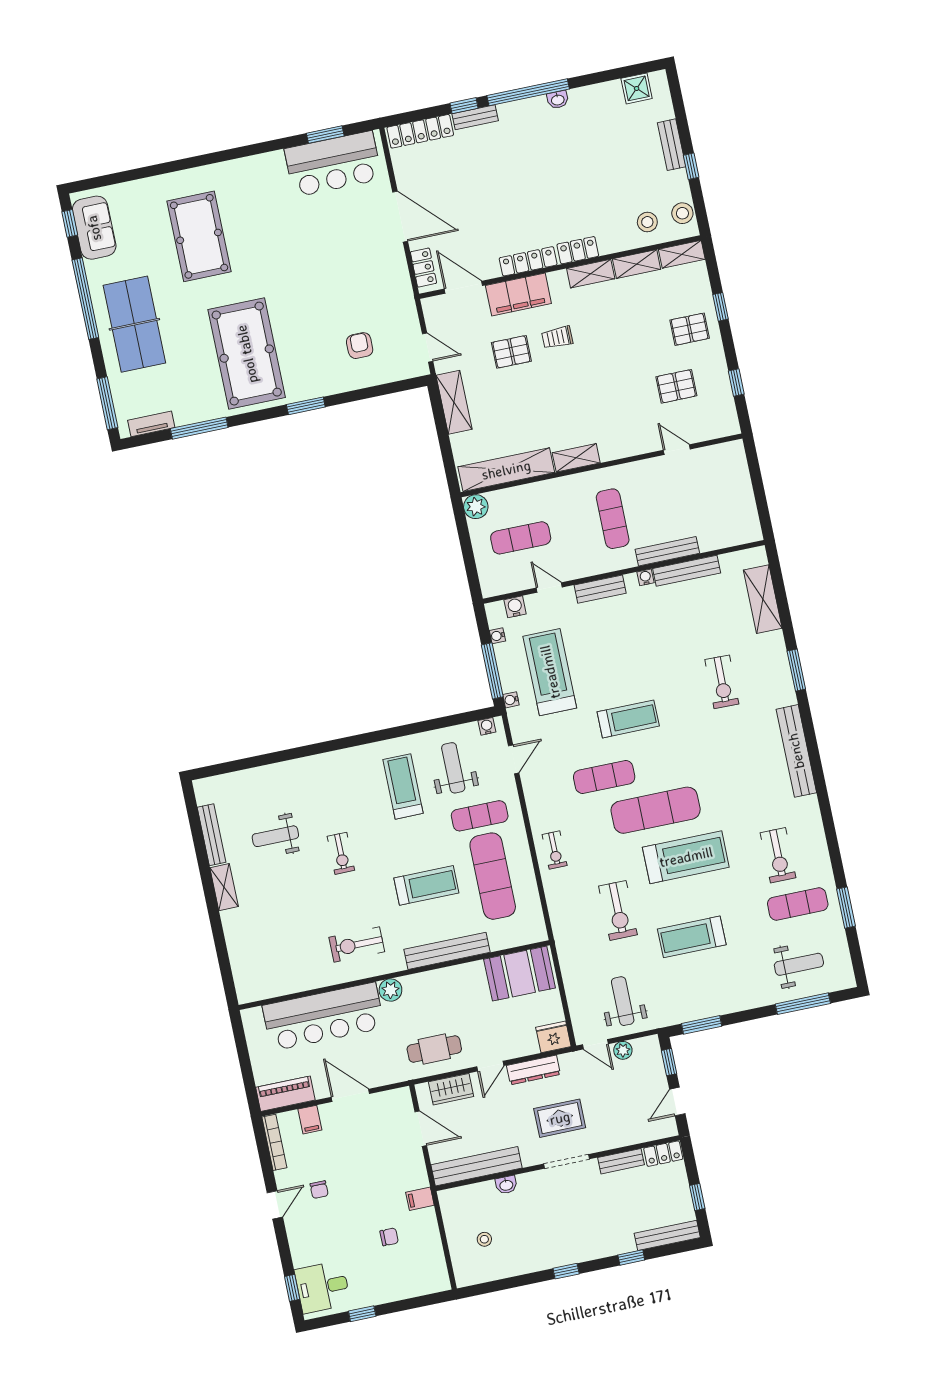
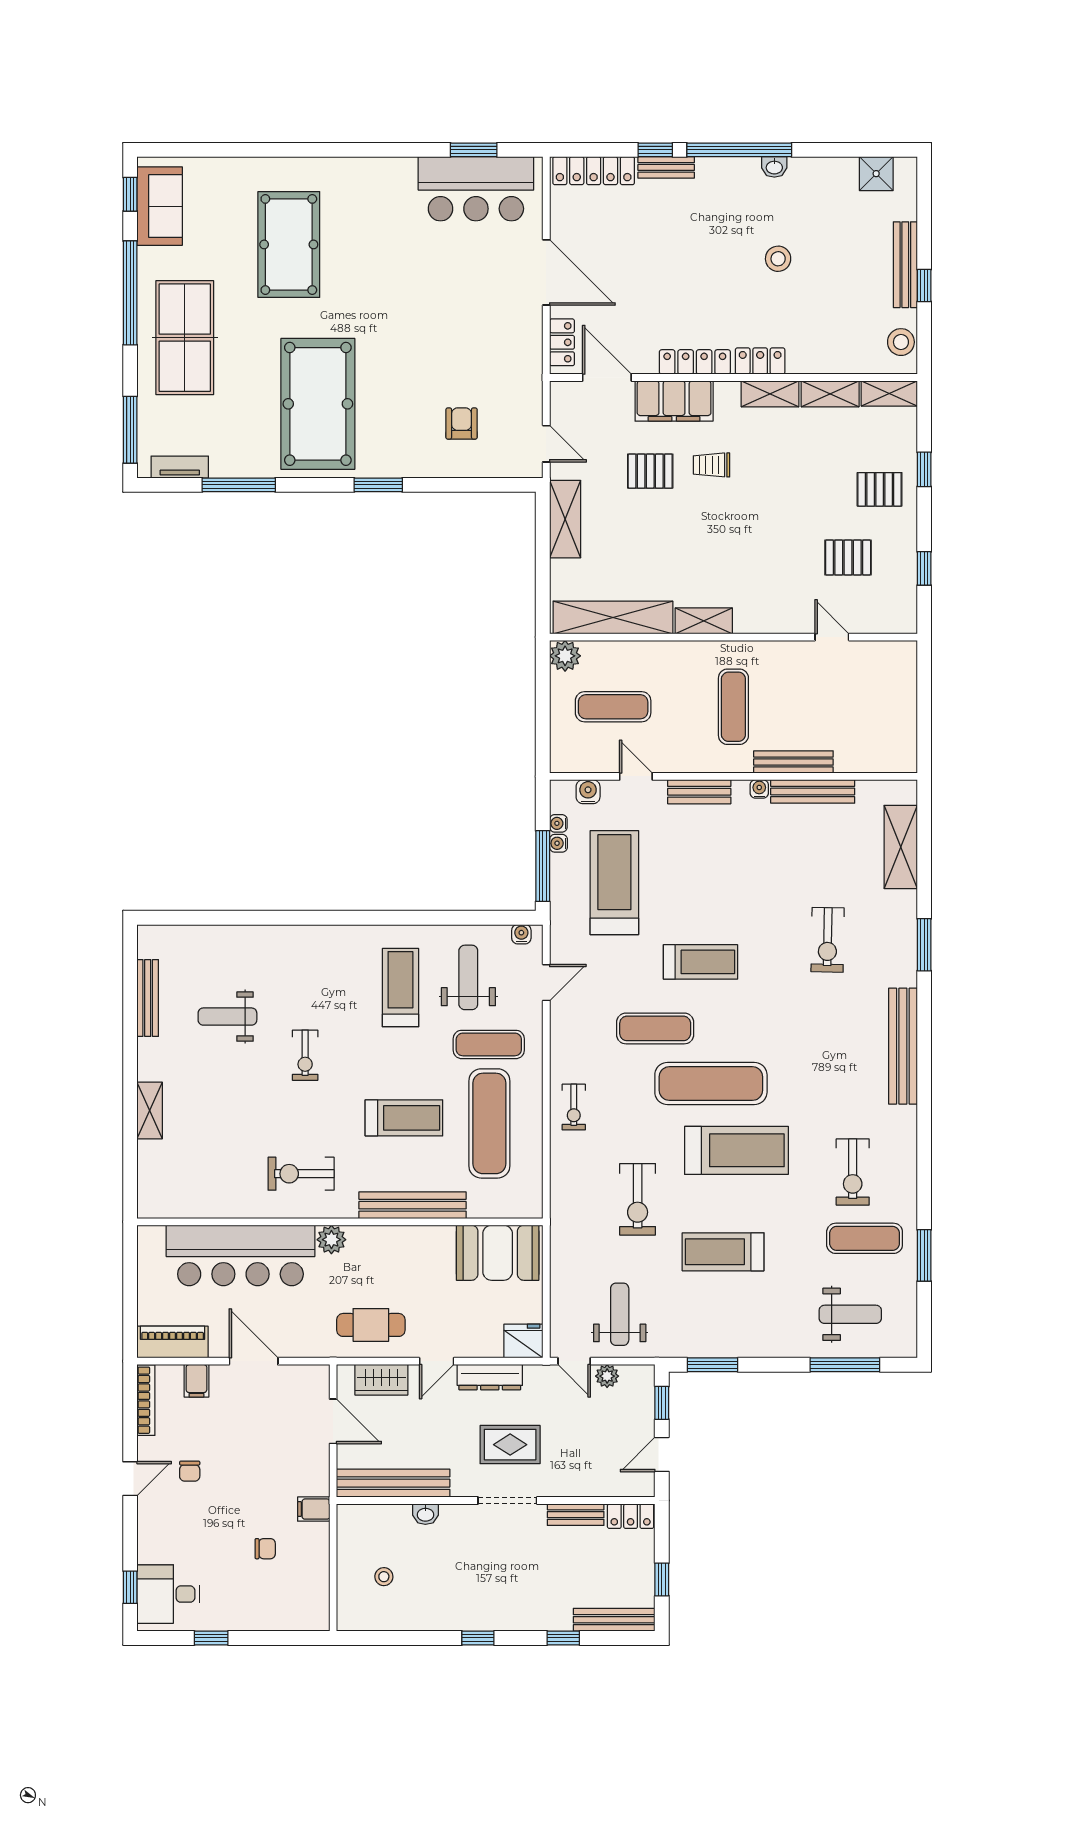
bench: (672, 145) -> (905, 265), width x1.36
stool: (647, 222) -> (778, 259), moved
water cooler: (511, 700) -> (558, 843), moved
shelving: (224, 887) -> (150, 1111), moved

